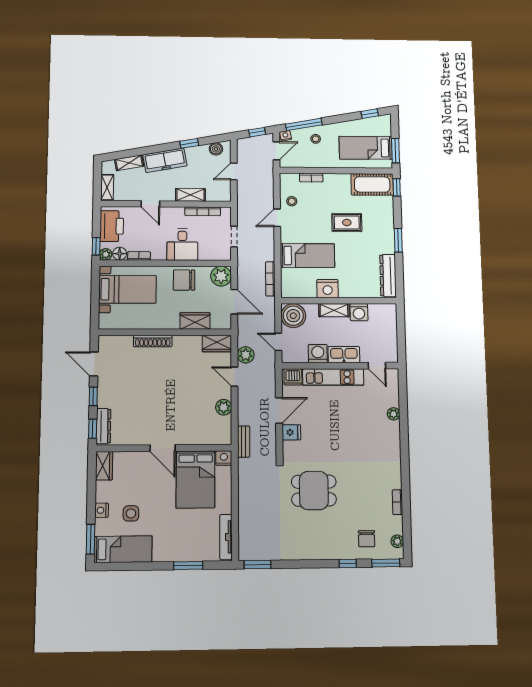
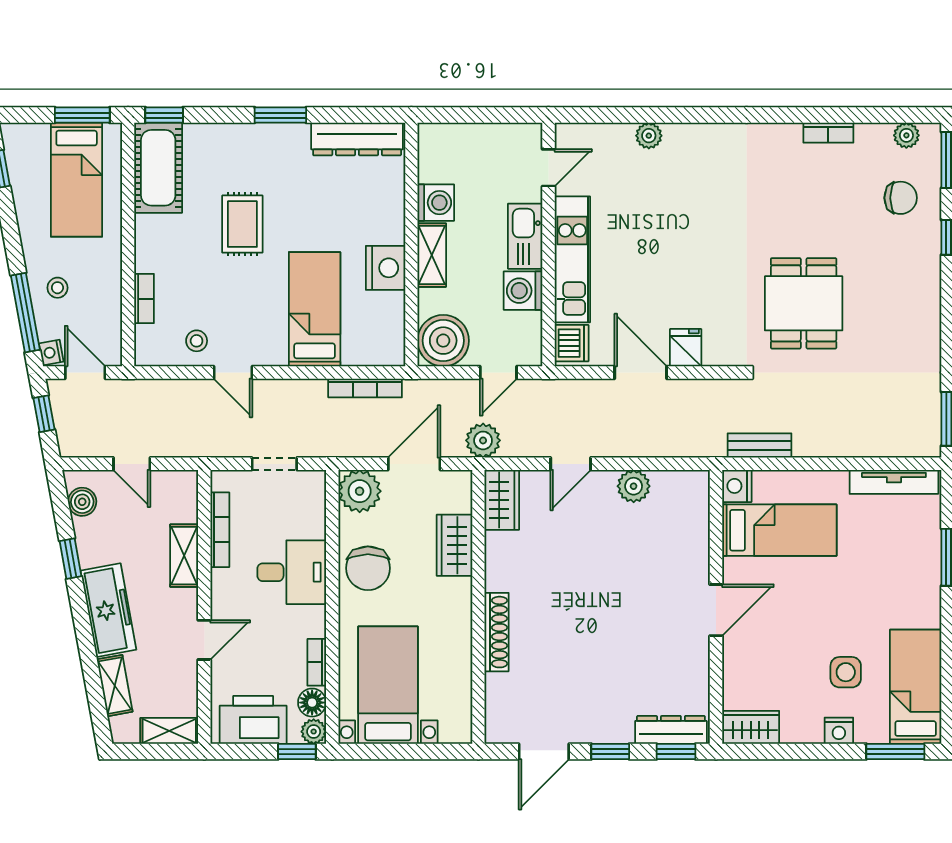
plant: (246, 355) -> (483, 440), moved
bench: (244, 442) -> (760, 445), moved
bed: (196, 479) -> (779, 530), width x0.67

